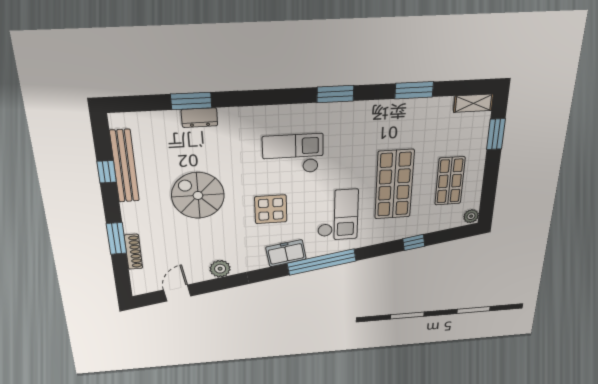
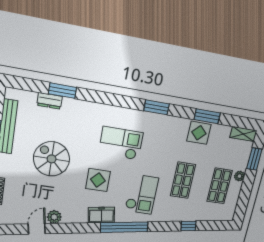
display table: (406, 116) -> (199, 133), added
dresser: (199, 118) -> (50, 101), moved
shop shelf: (394, 185) -> (183, 180), width x0.70, depth x0.74
plant: (471, 216) -> (239, 176), moved
door: (177, 293) -> (37, 229), moved

